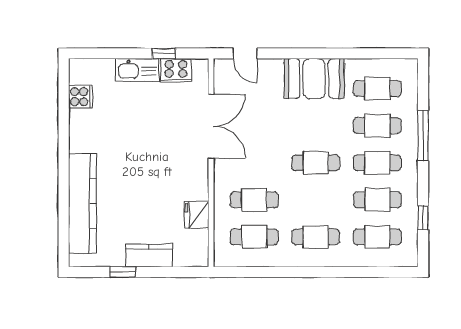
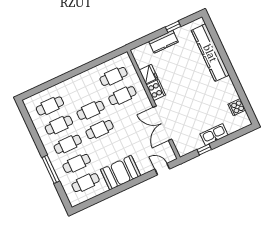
cooker: (176, 70) -> (156, 90), moved, turned 90
window: (423, 218) -> (31, 127), removed
cafe table: (316, 237) -> (91, 110), moved

